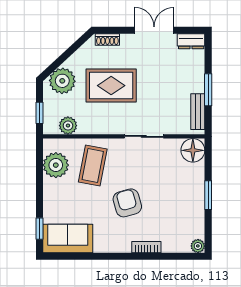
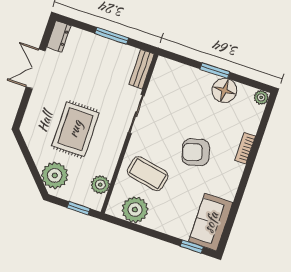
shoe rack: (107, 39) -> (29, 118), removed
bench: (198, 112) -> (142, 69), moved, turned 90
floor lamp: (193, 150) -> (224, 90), moved

